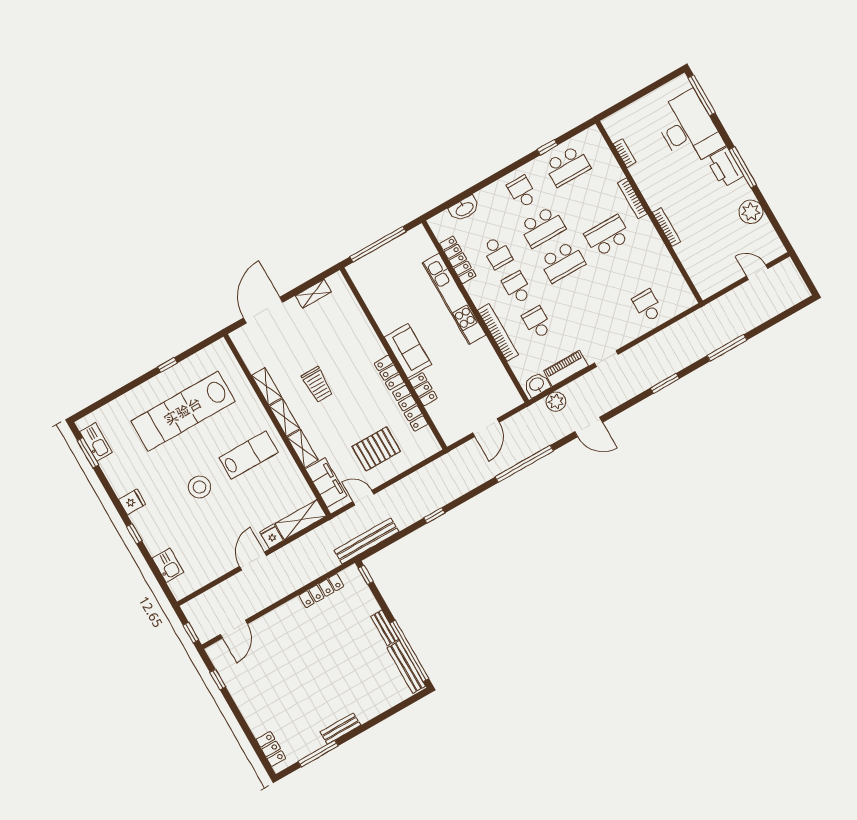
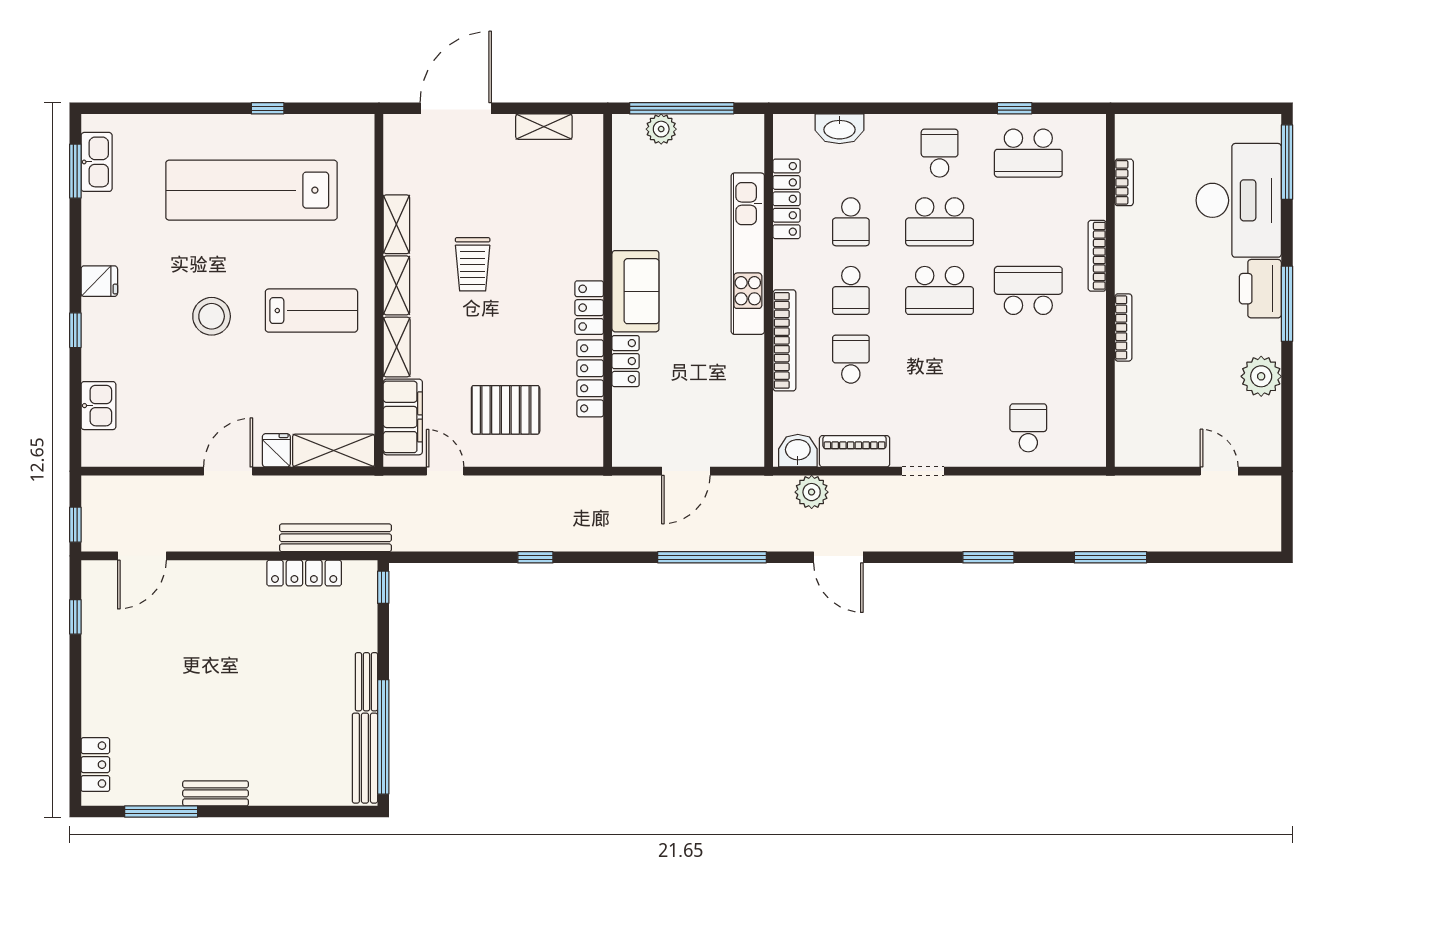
plant: (374, 261) -> (661, 129), added
school desk: (517, 288) -> (851, 290), turned 180
bench: (367, 541) -> (336, 538), moved

